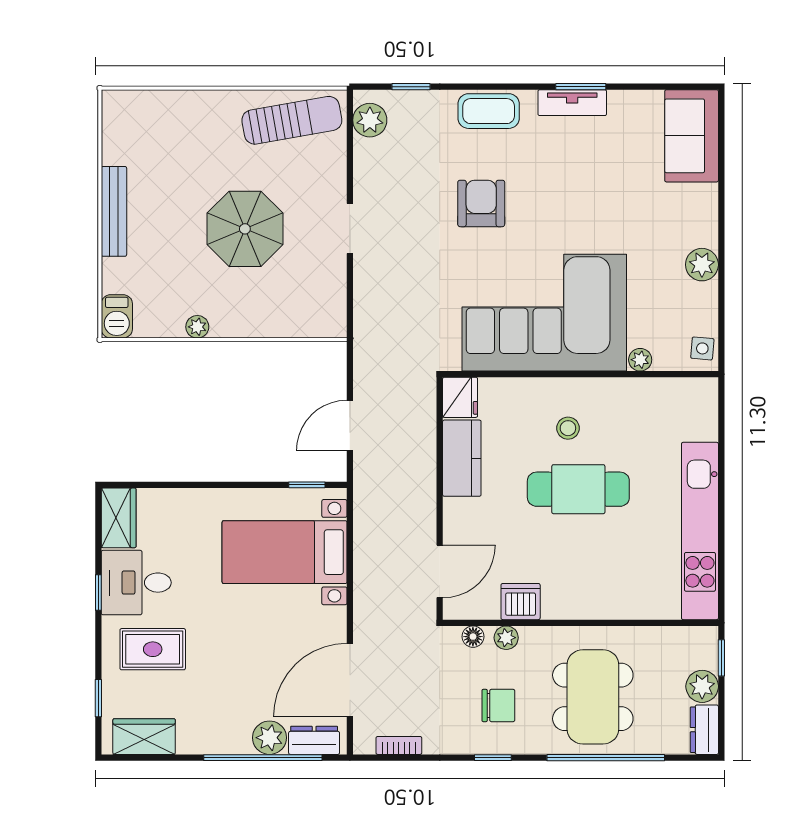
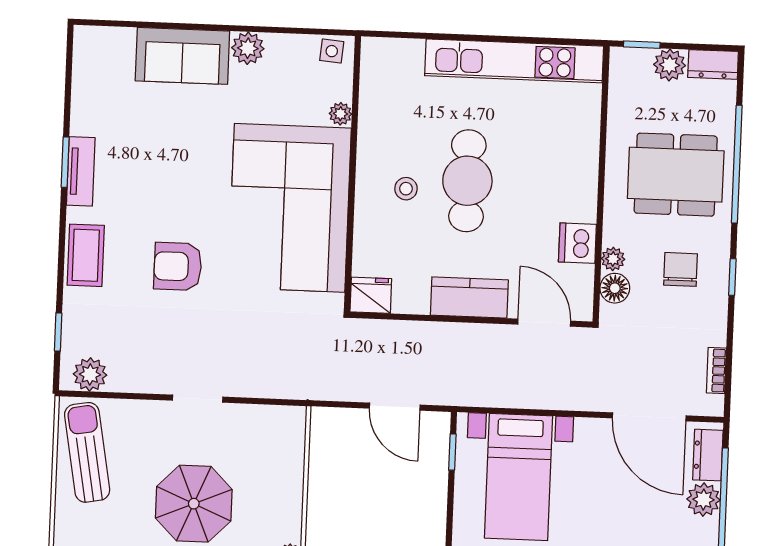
sofa: (692, 136) -> (182, 56), moved
kitchen counter: (462, 458) -> (469, 297), moved
floor lamp: (473, 637) -> (615, 288), width x1.37, depth x1.37

